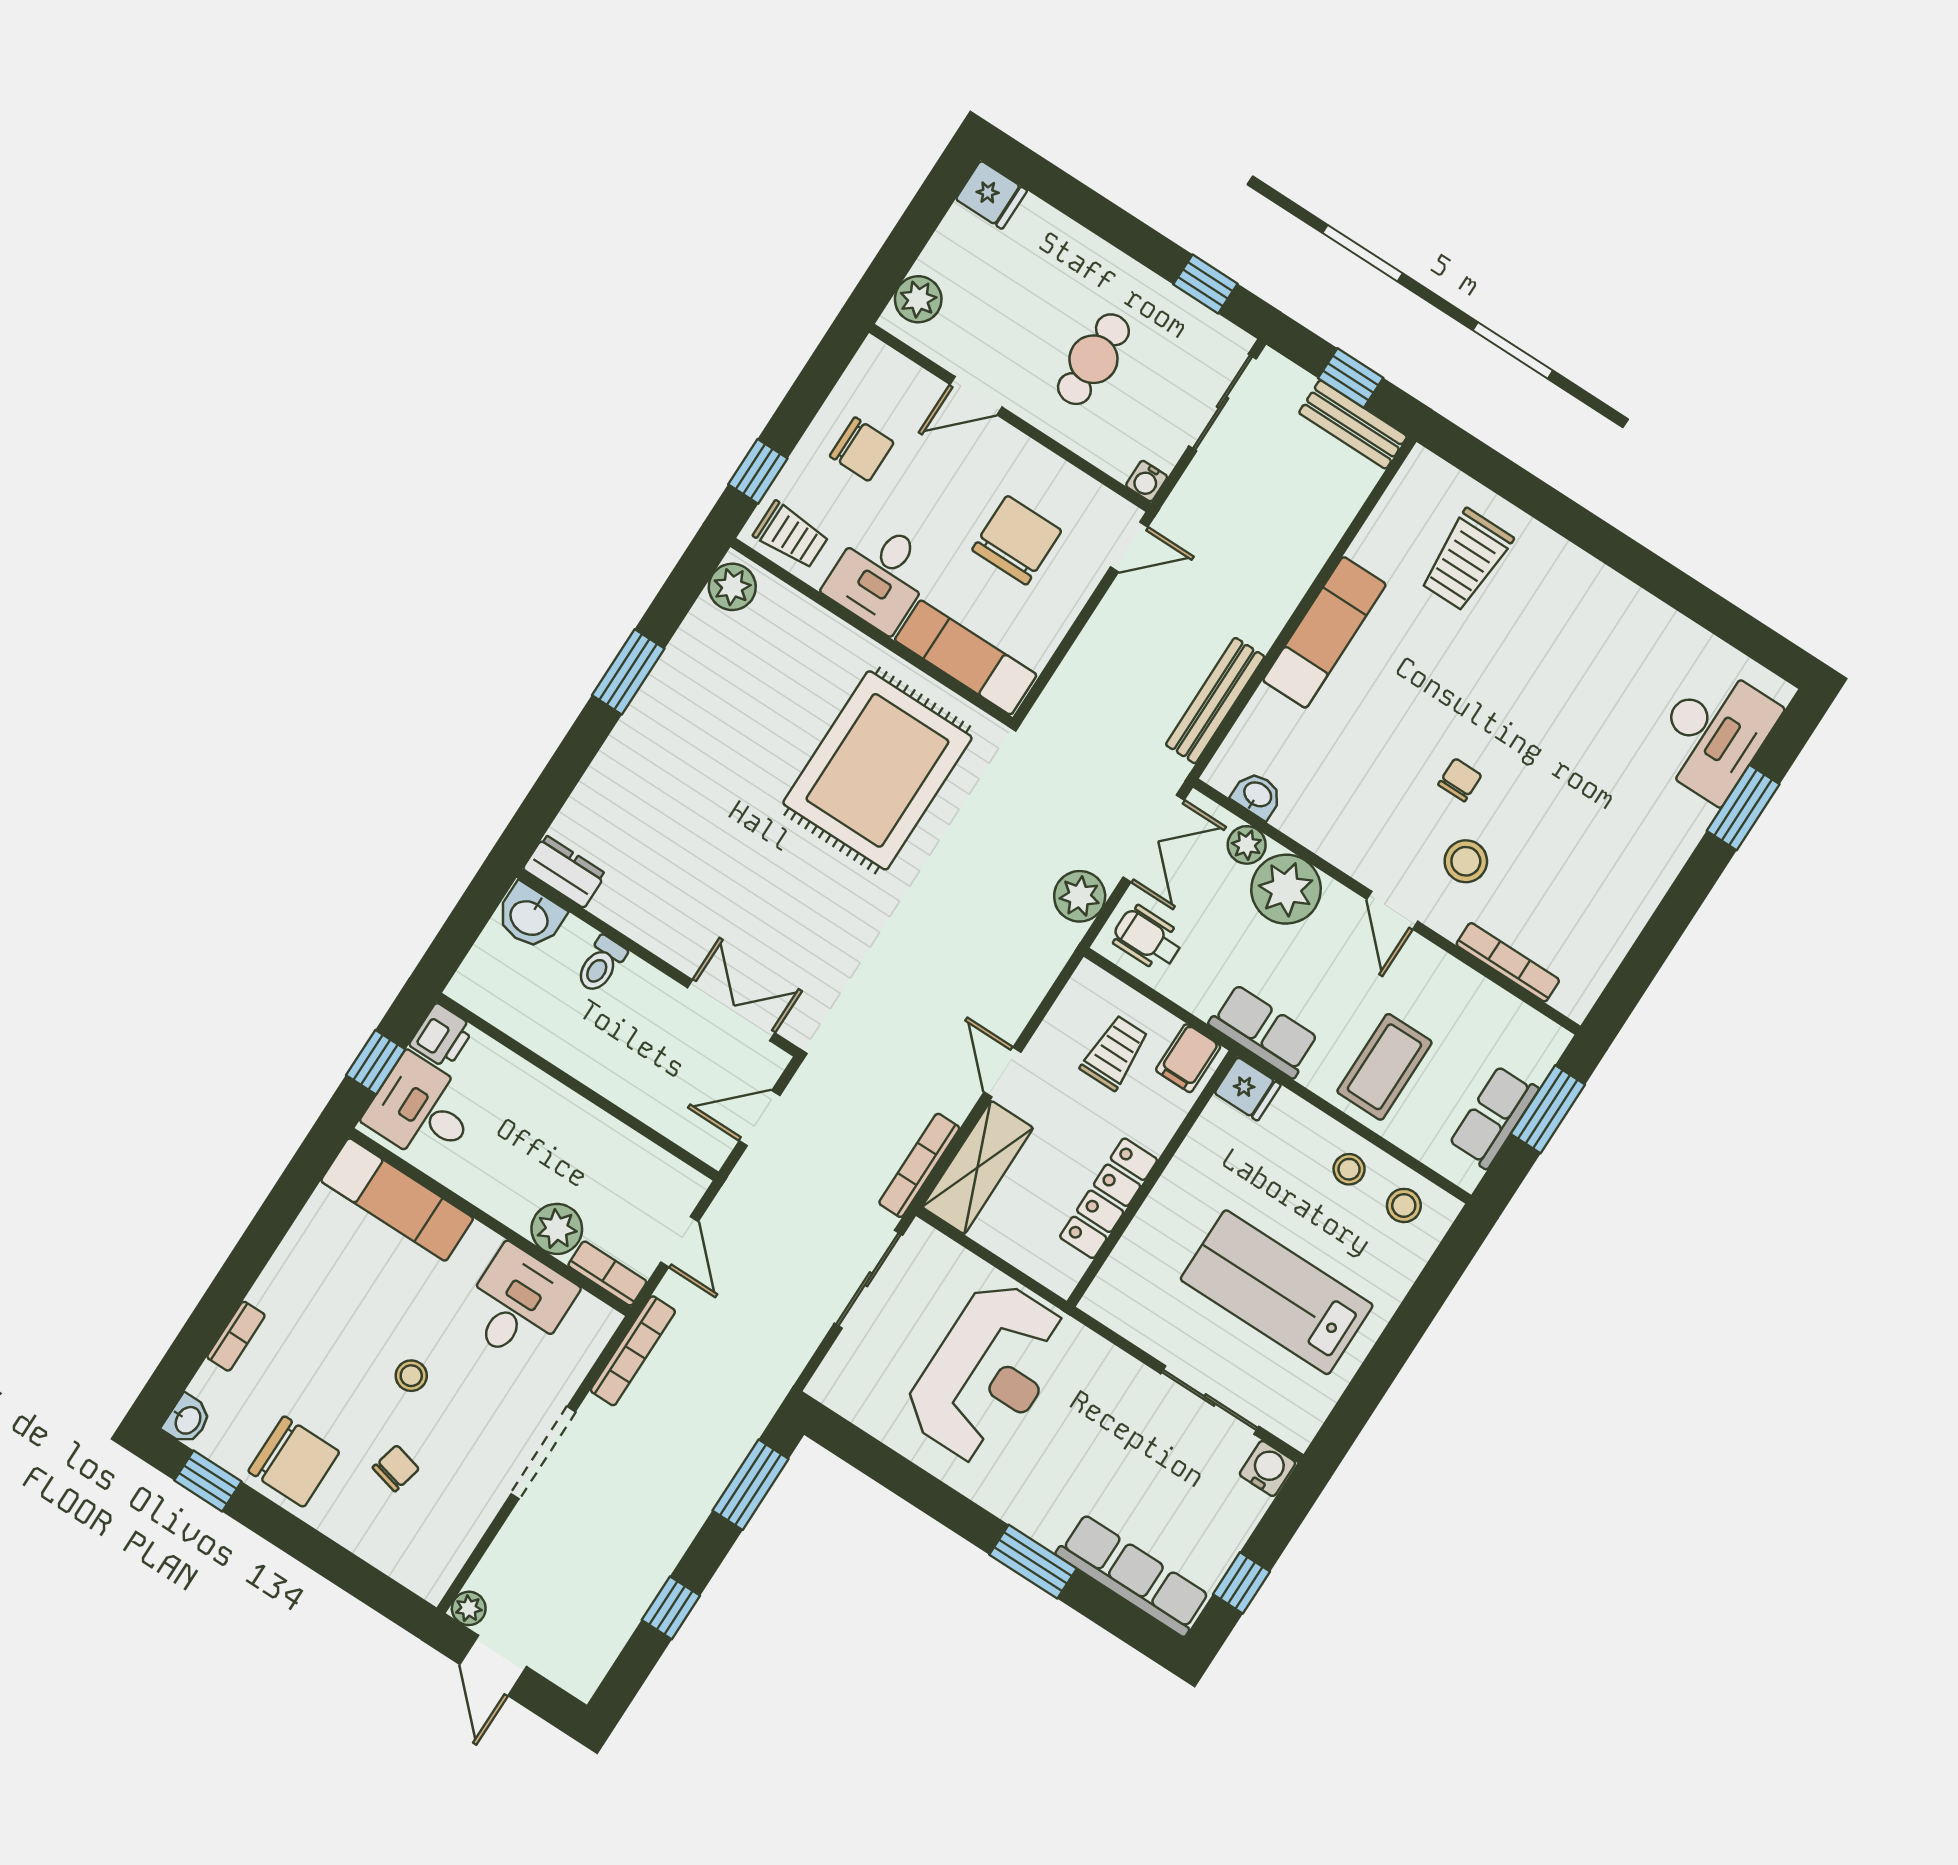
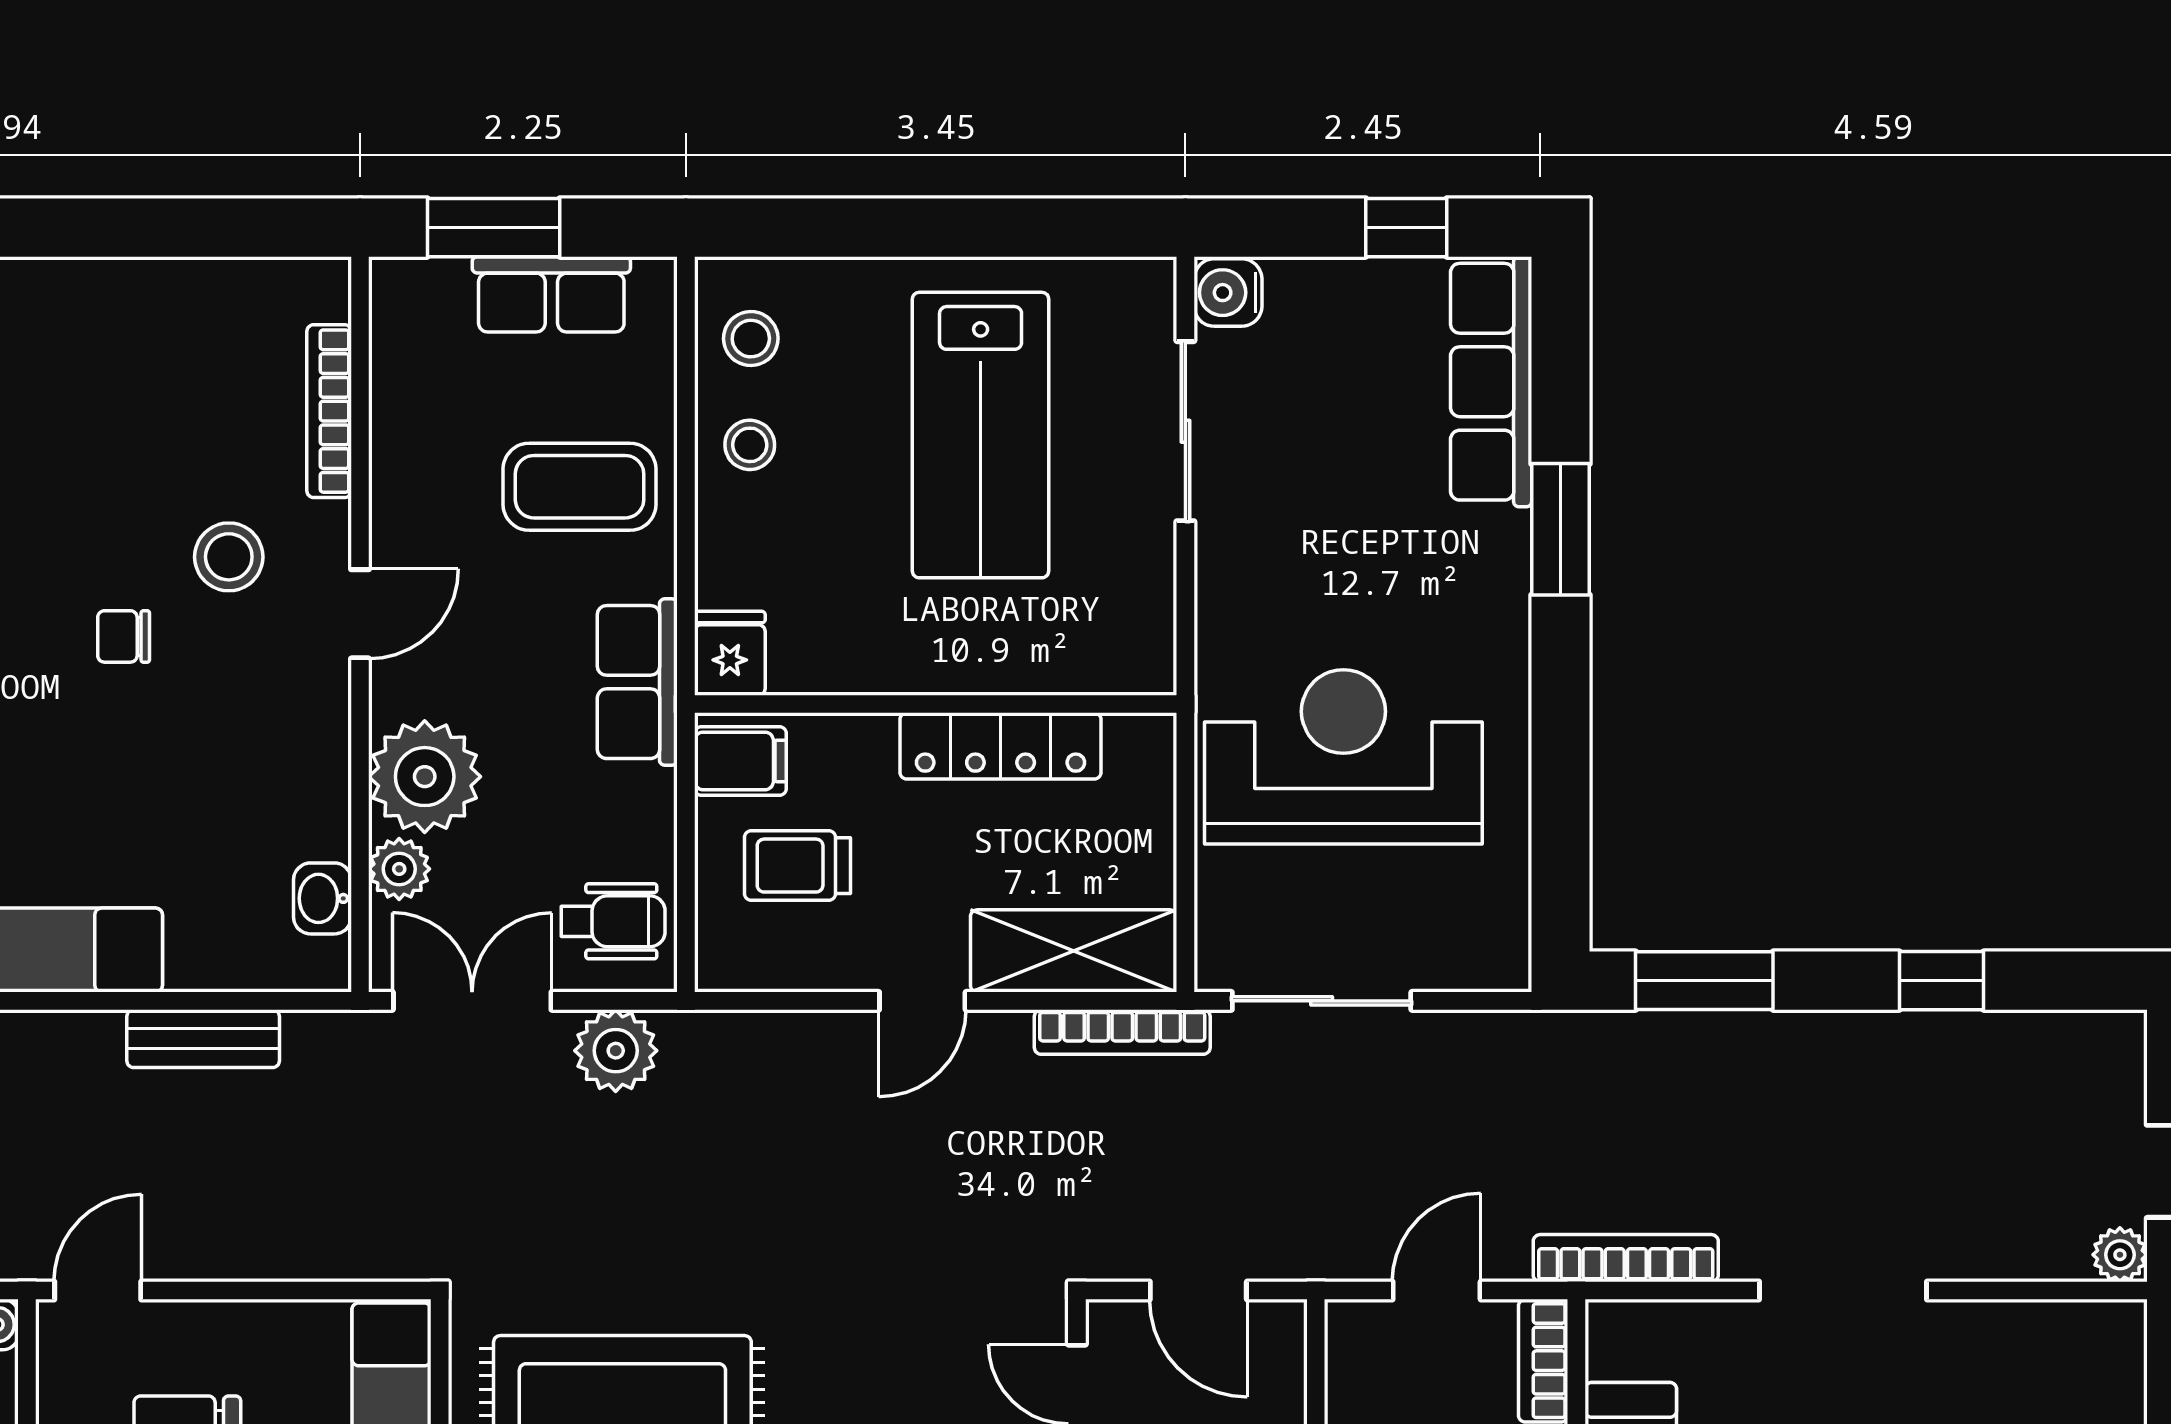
door: (1129, 547) -> (98, 1291), hinge flipped
bench: (1215, 701) -> (203, 1039), width x0.73
wheelchair: (1148, 938) -> (613, 921), turned -90

